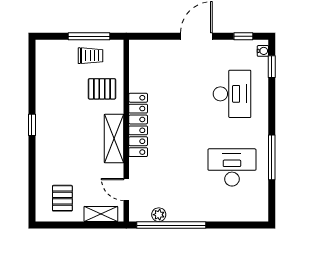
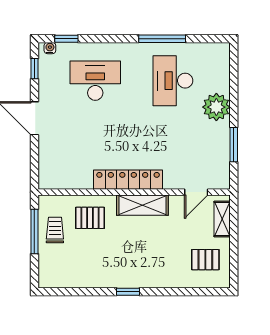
pallet: (102, 89) -> (90, 218), turned 90
plant: (159, 215) -> (216, 107), moved, width x1.88, depth x1.88
window: (171, 225) -> (234, 145), width x0.47

